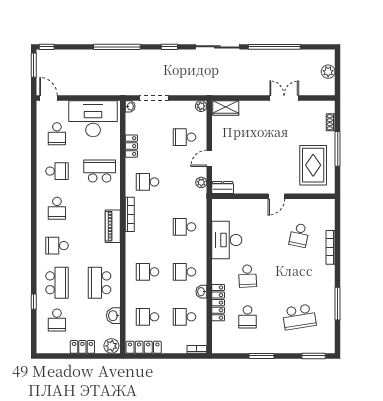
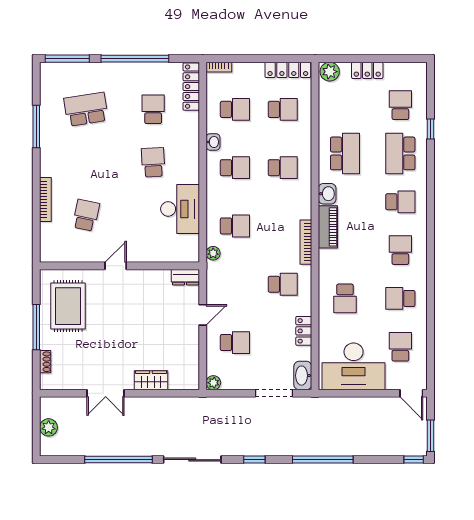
washbasin: (130, 106) -> (303, 376), width x1.91, depth x1.45
wardrobe: (226, 108) -> (151, 380), moved
school desk: (100, 171) -> (345, 298), width x0.54
plant: (201, 182) -> (213, 253), moved
locker: (218, 303) -> (191, 87), moved
washbasin: (113, 316) -> (327, 194), moved
window: (262, 356) -> (135, 59), width x2.11
window: (314, 356) -> (67, 59), width x1.44

